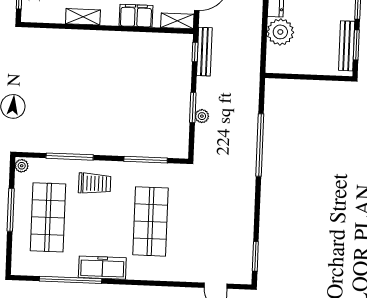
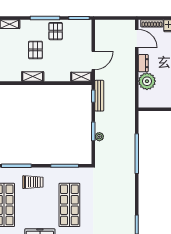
filing cabinet: (136, 16) -> (55, 75), removed
shelving: (83, 17) -> (33, 77), moved

